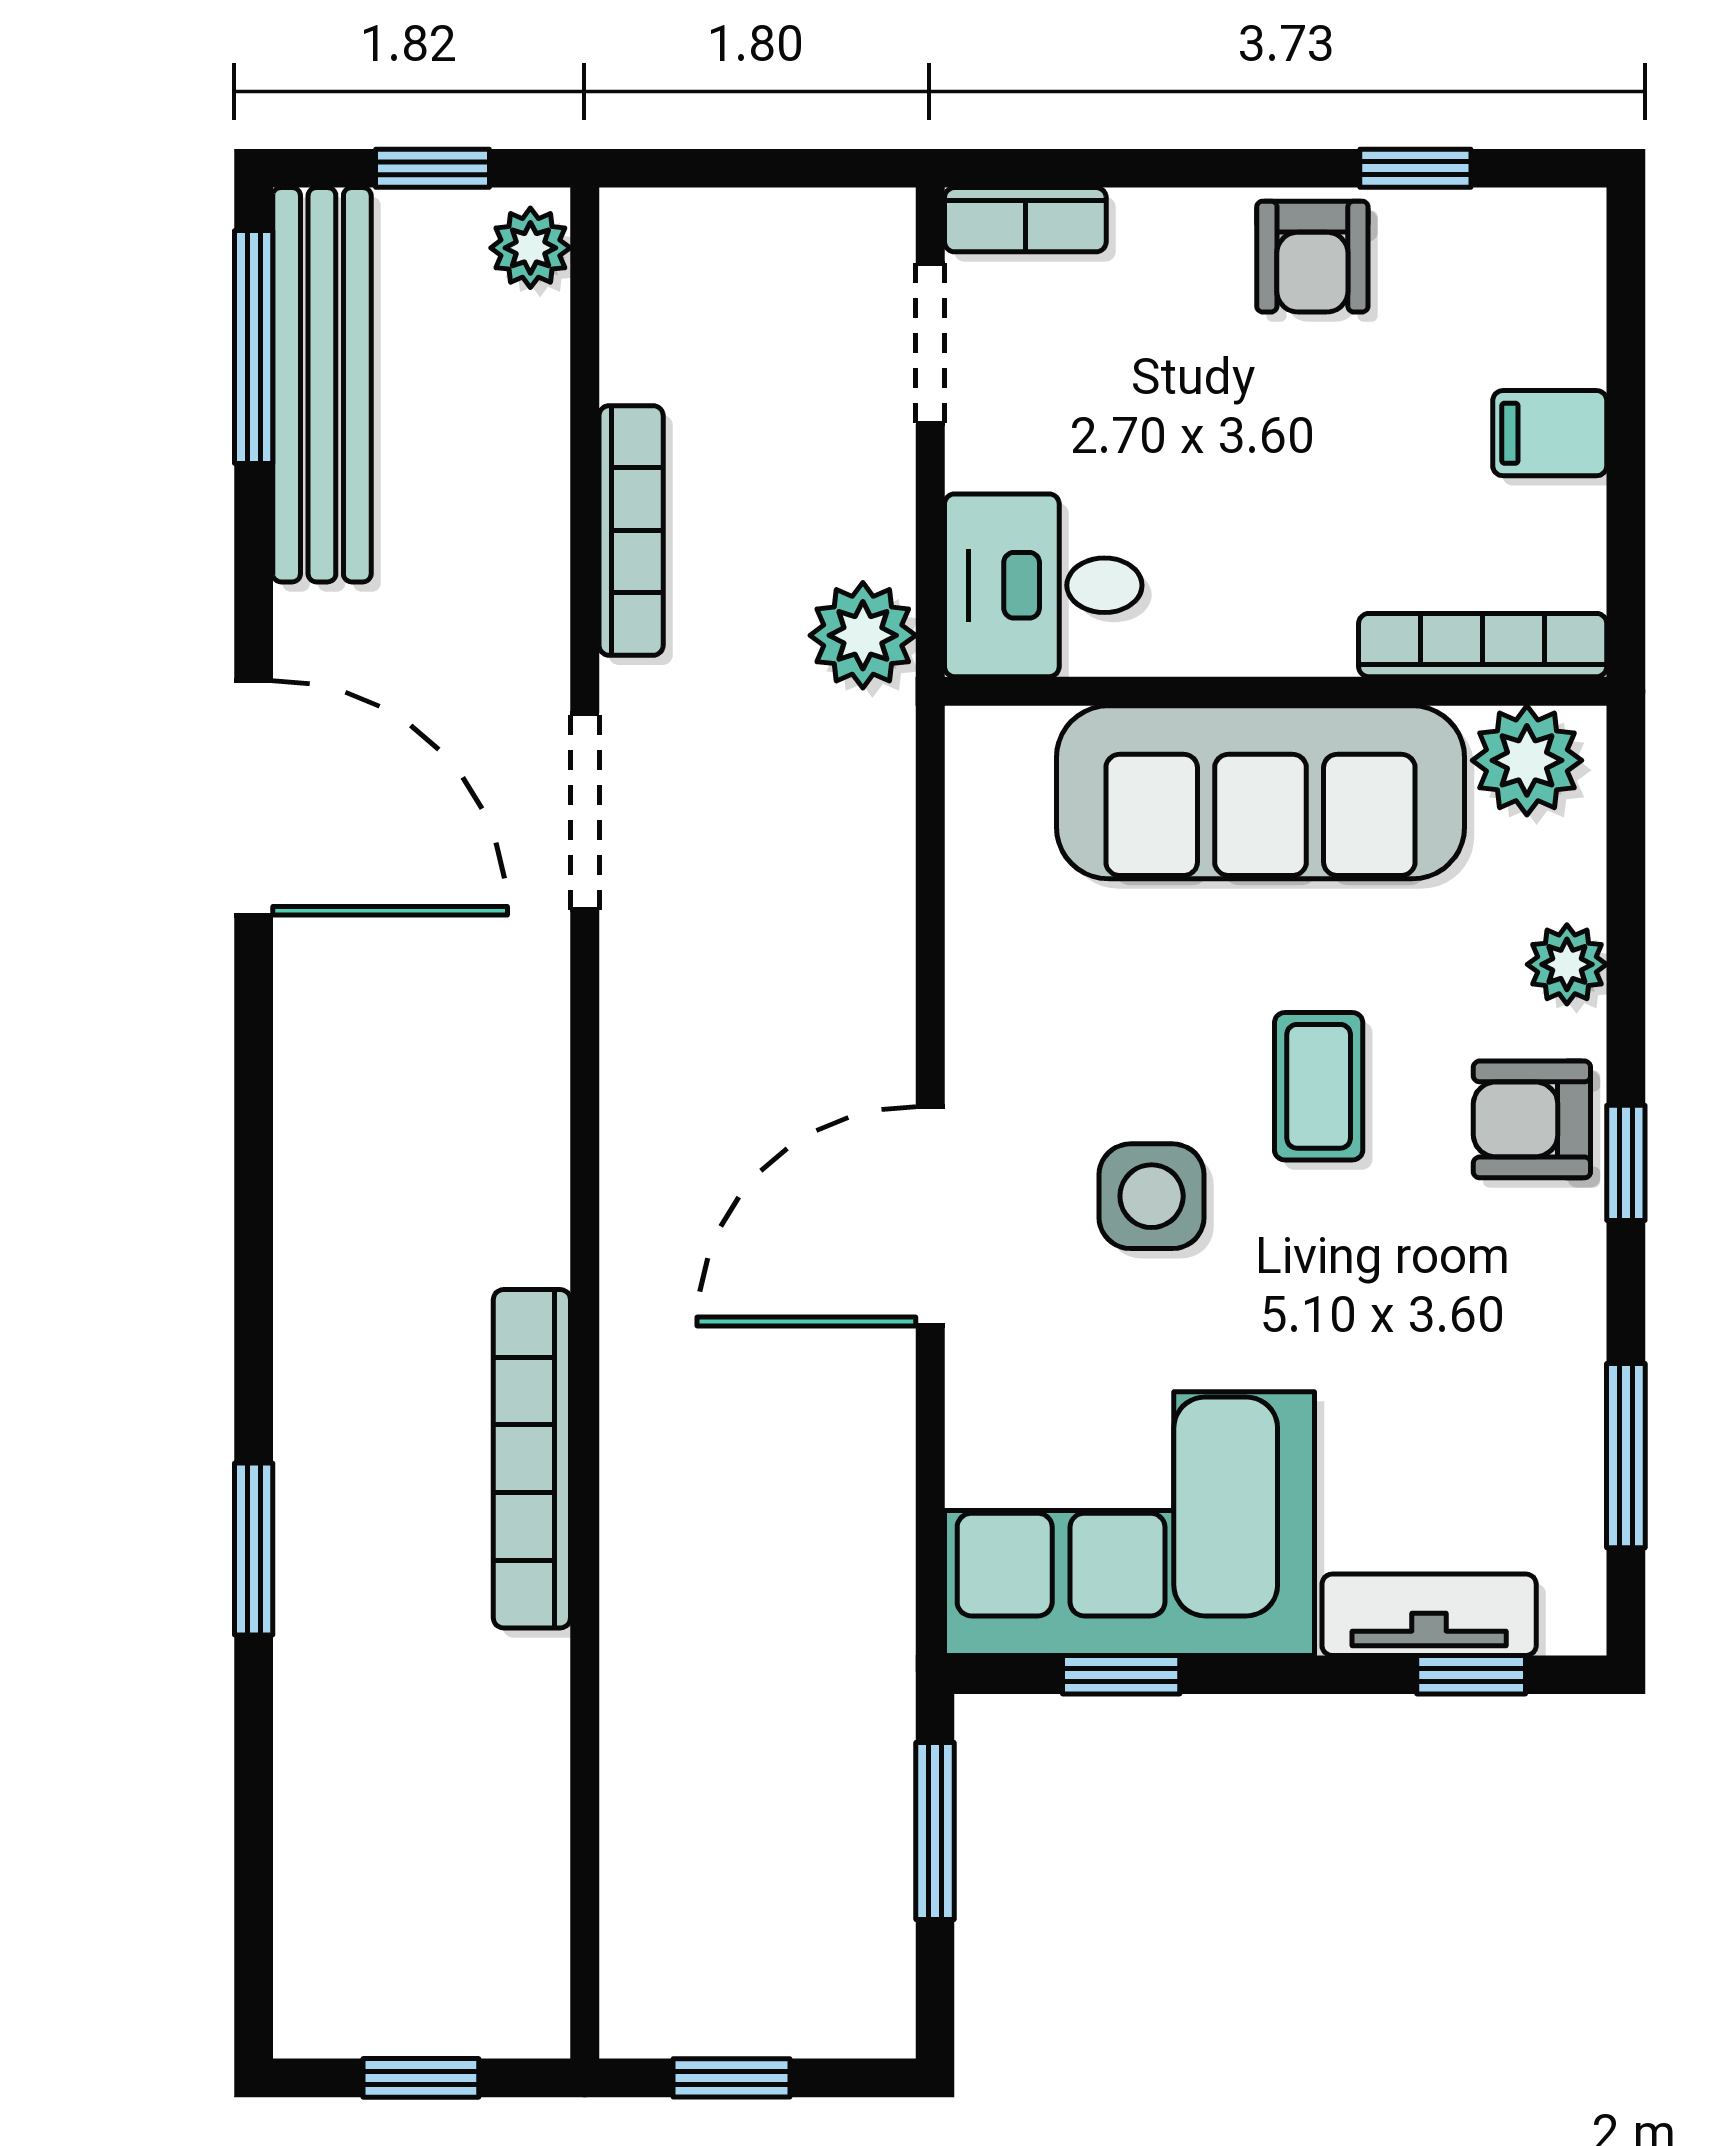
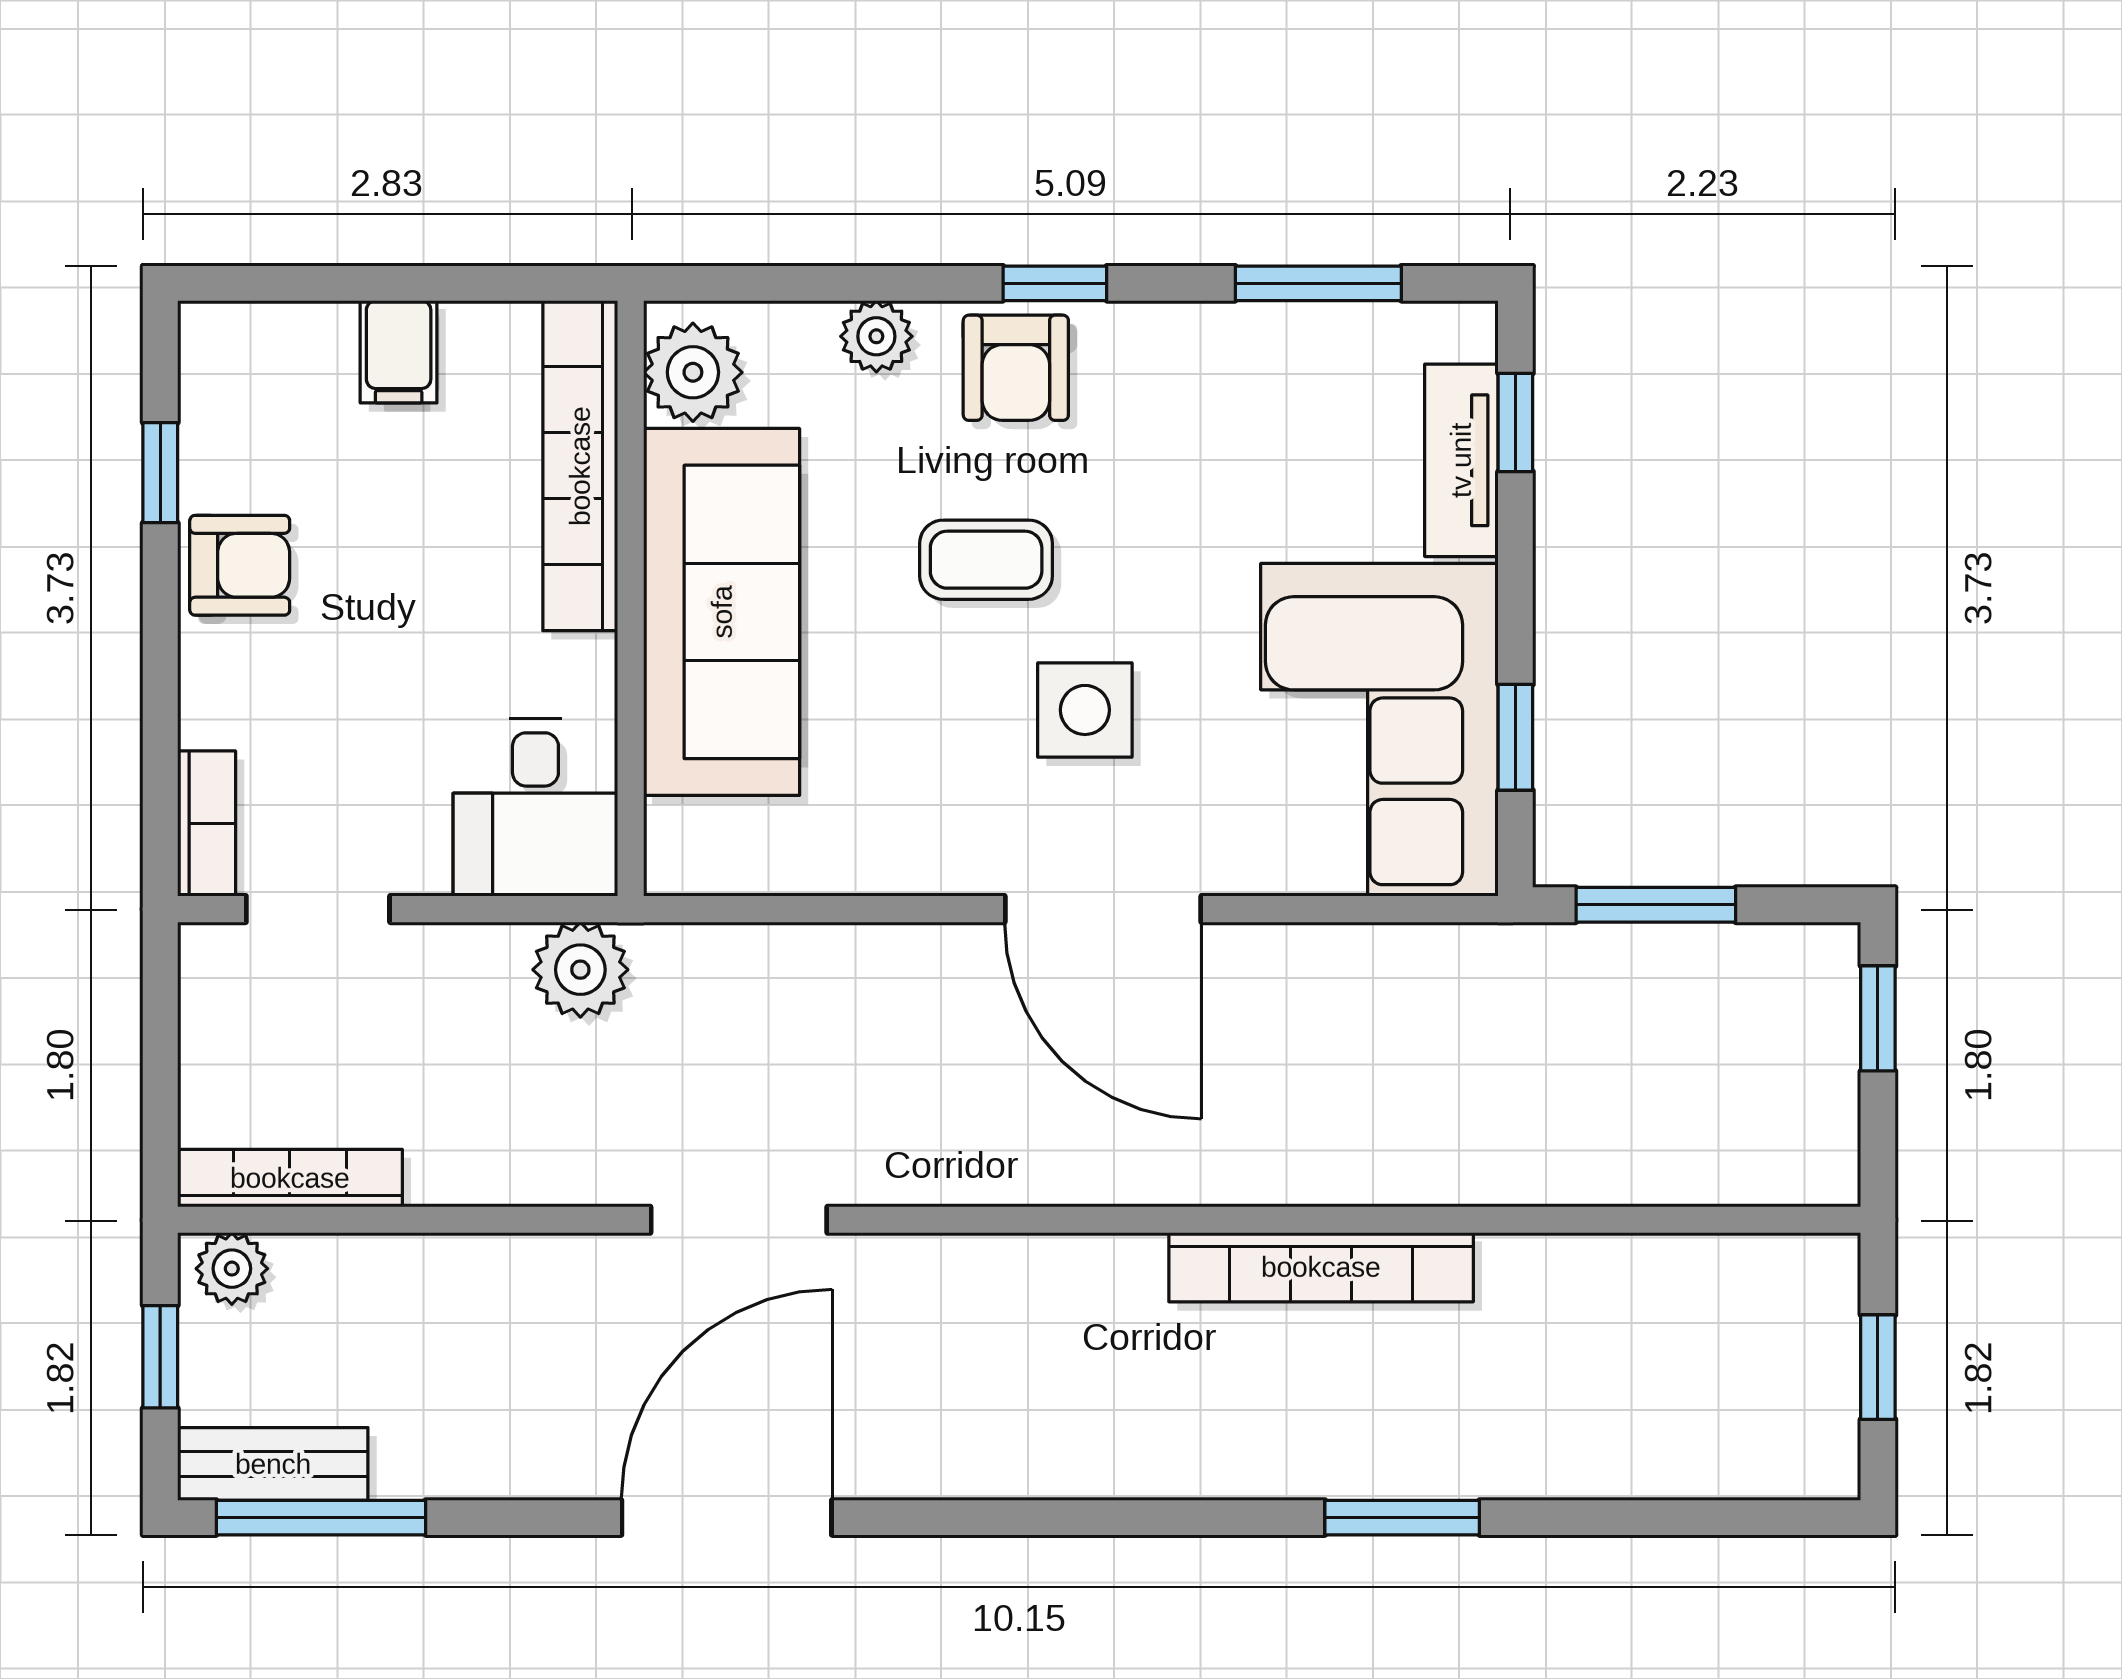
bench: (322, 385) -> (273, 1464), width x0.54, depth x0.82
bookcase: (631, 530) -> (290, 1178), moved
bookcase: (1483, 645) -> (580, 466), width x1.48, depth x1.31
window: (731, 2078) -> (1878, 1018), moved

